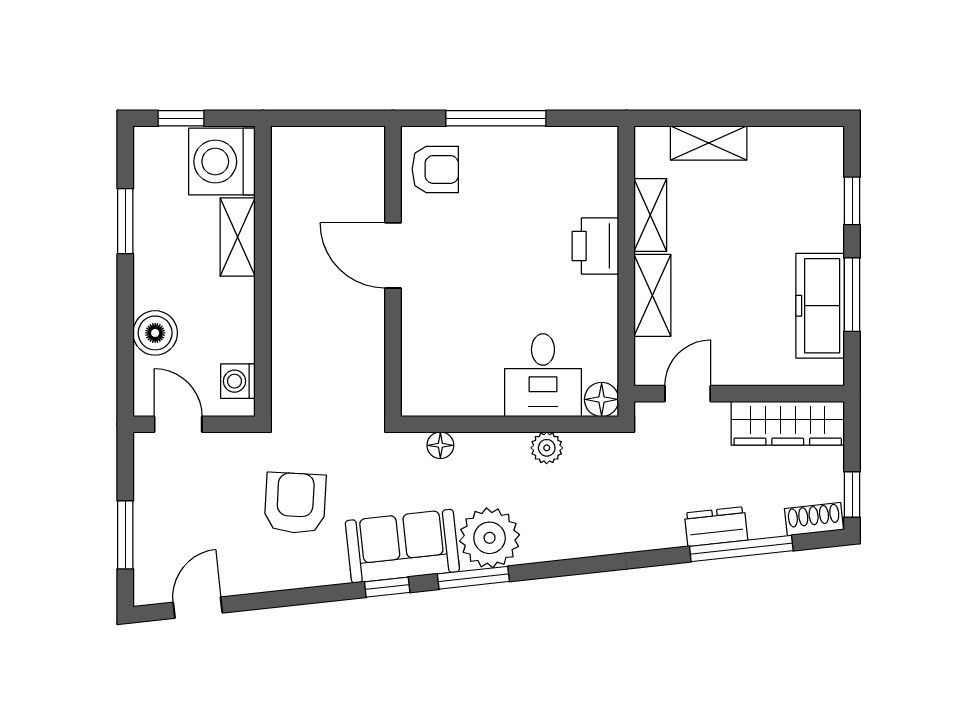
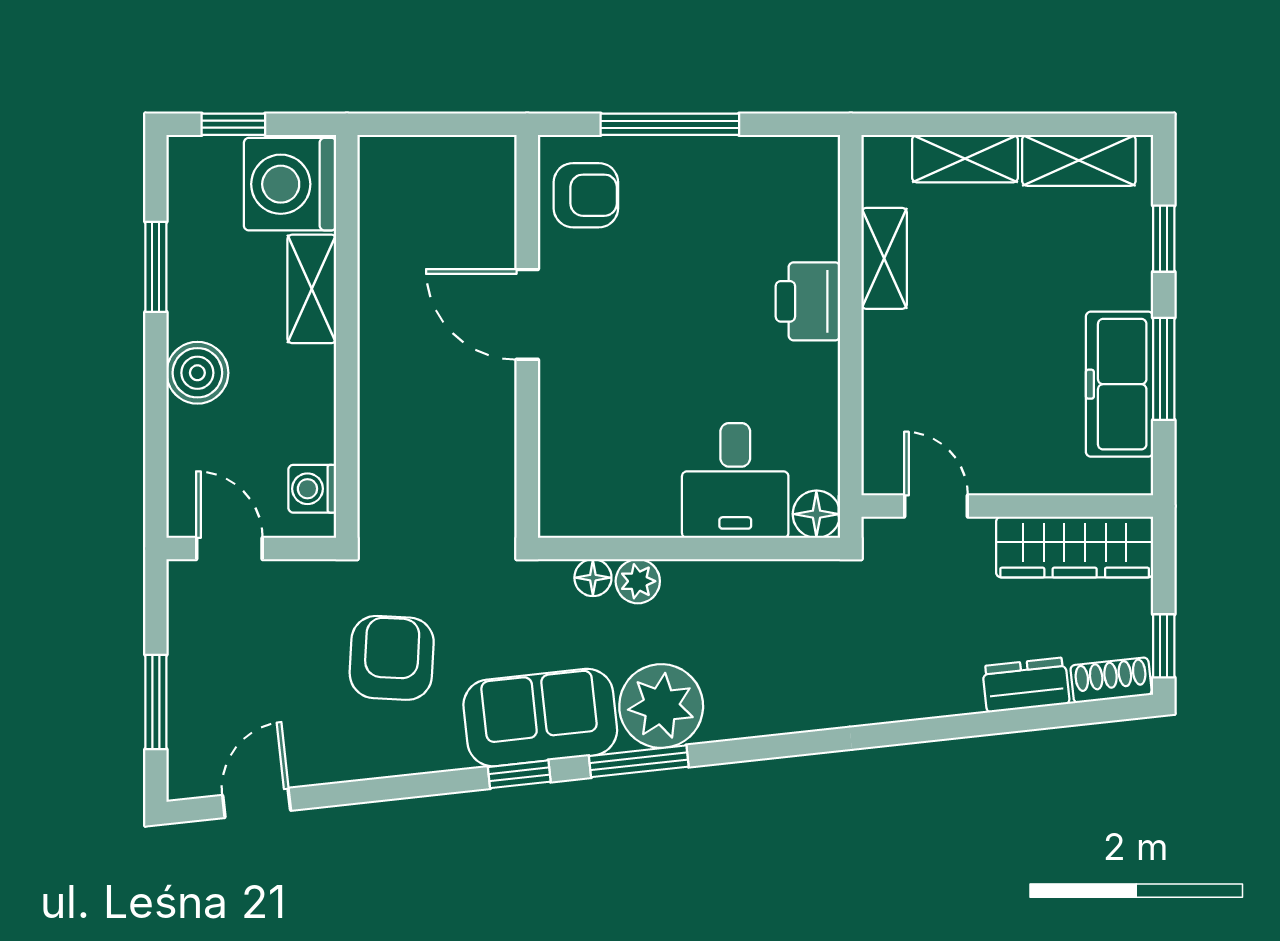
shelving: (652, 295) -> (1079, 160), moved, turned 90
boiler: (155, 333) -> (197, 373), moved
door: (688, 394) -> (936, 506), hinge flipped
plant: (547, 448) -> (638, 581), moved
dresser: (716, 527) -> (1026, 685), moved
window: (741, 549) -> (1010, 721), removed

